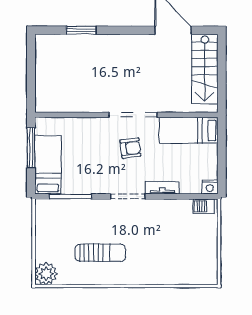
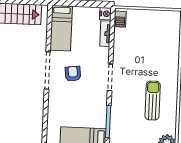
tv unit: (162, 188) -> (105, 34), moved

